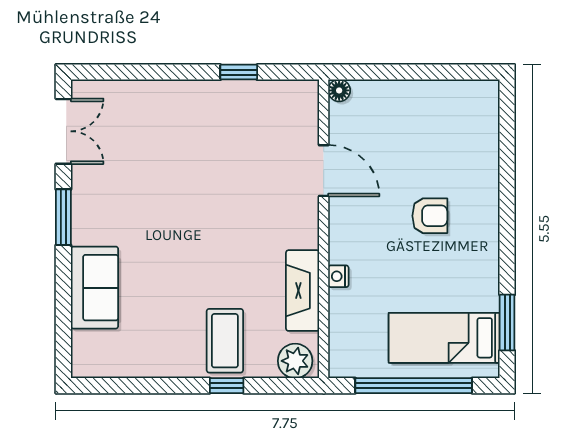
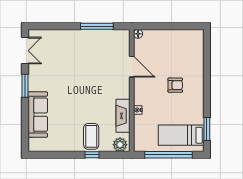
window: (239, 72) -> (97, 26), width x2.17
sofa: (94, 288) -> (38, 115), width x1.36

